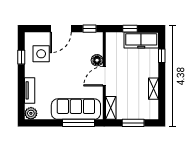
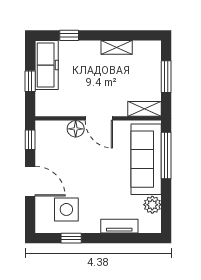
plant: (31, 113) -> (152, 205), moved

